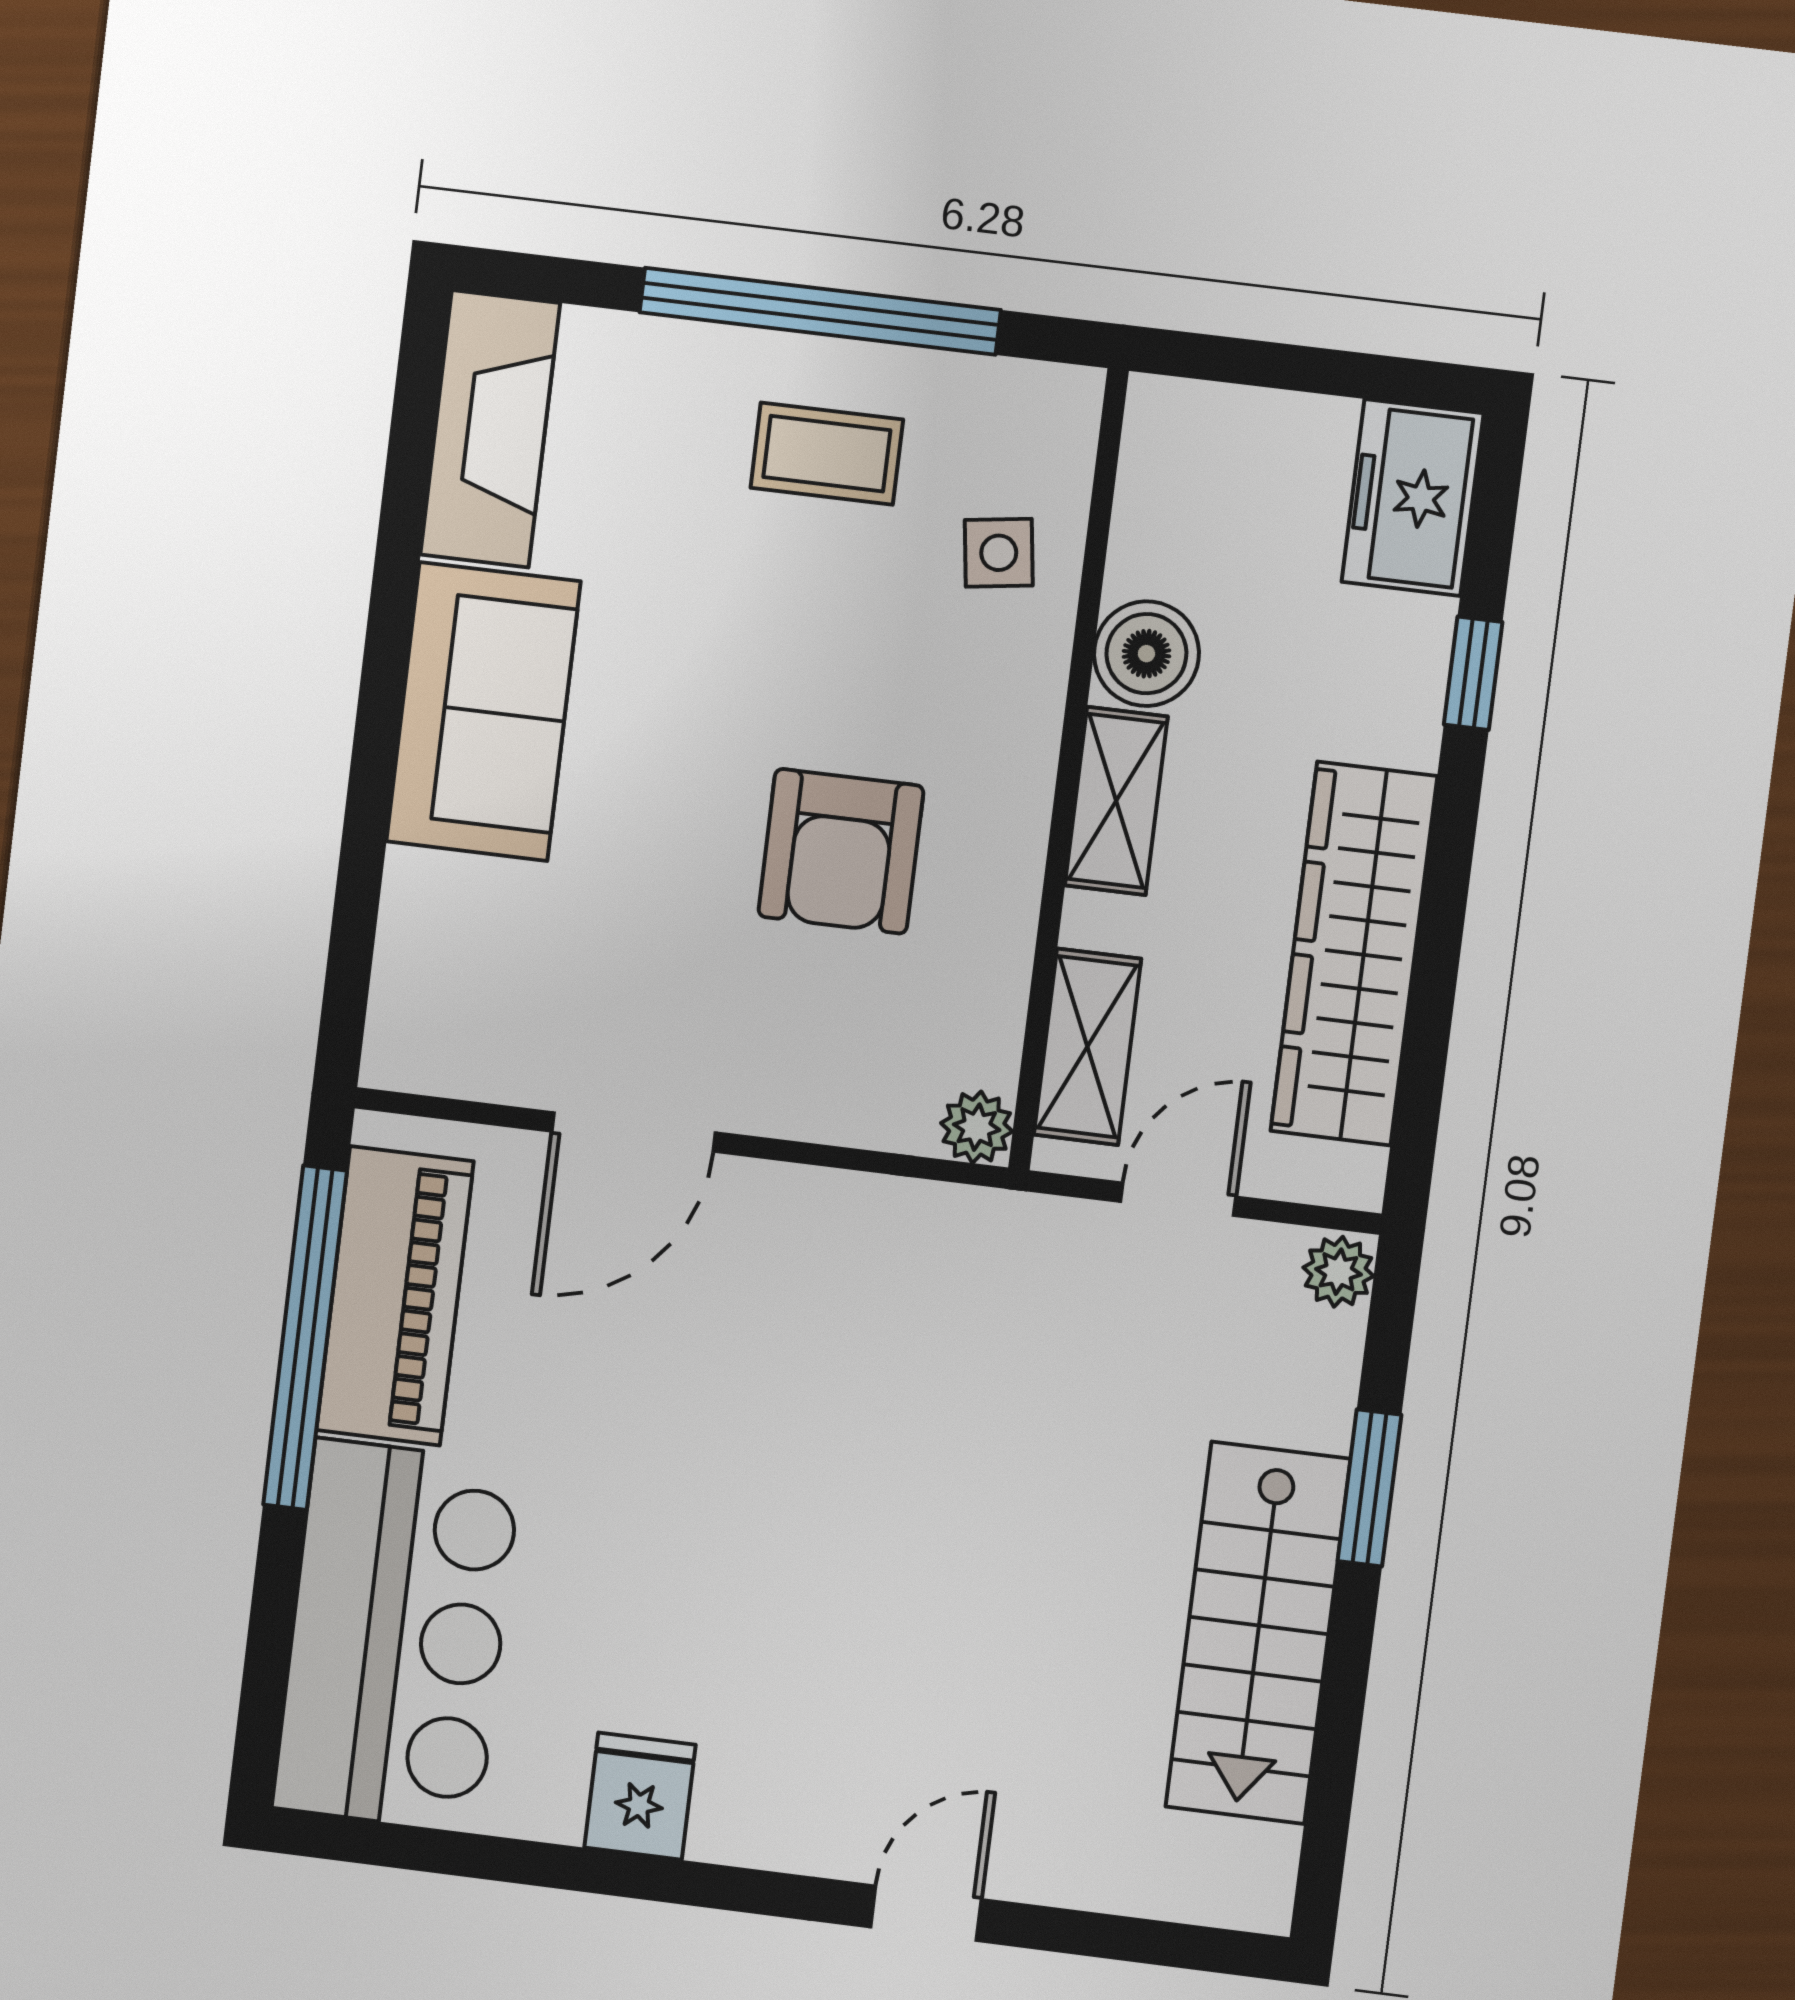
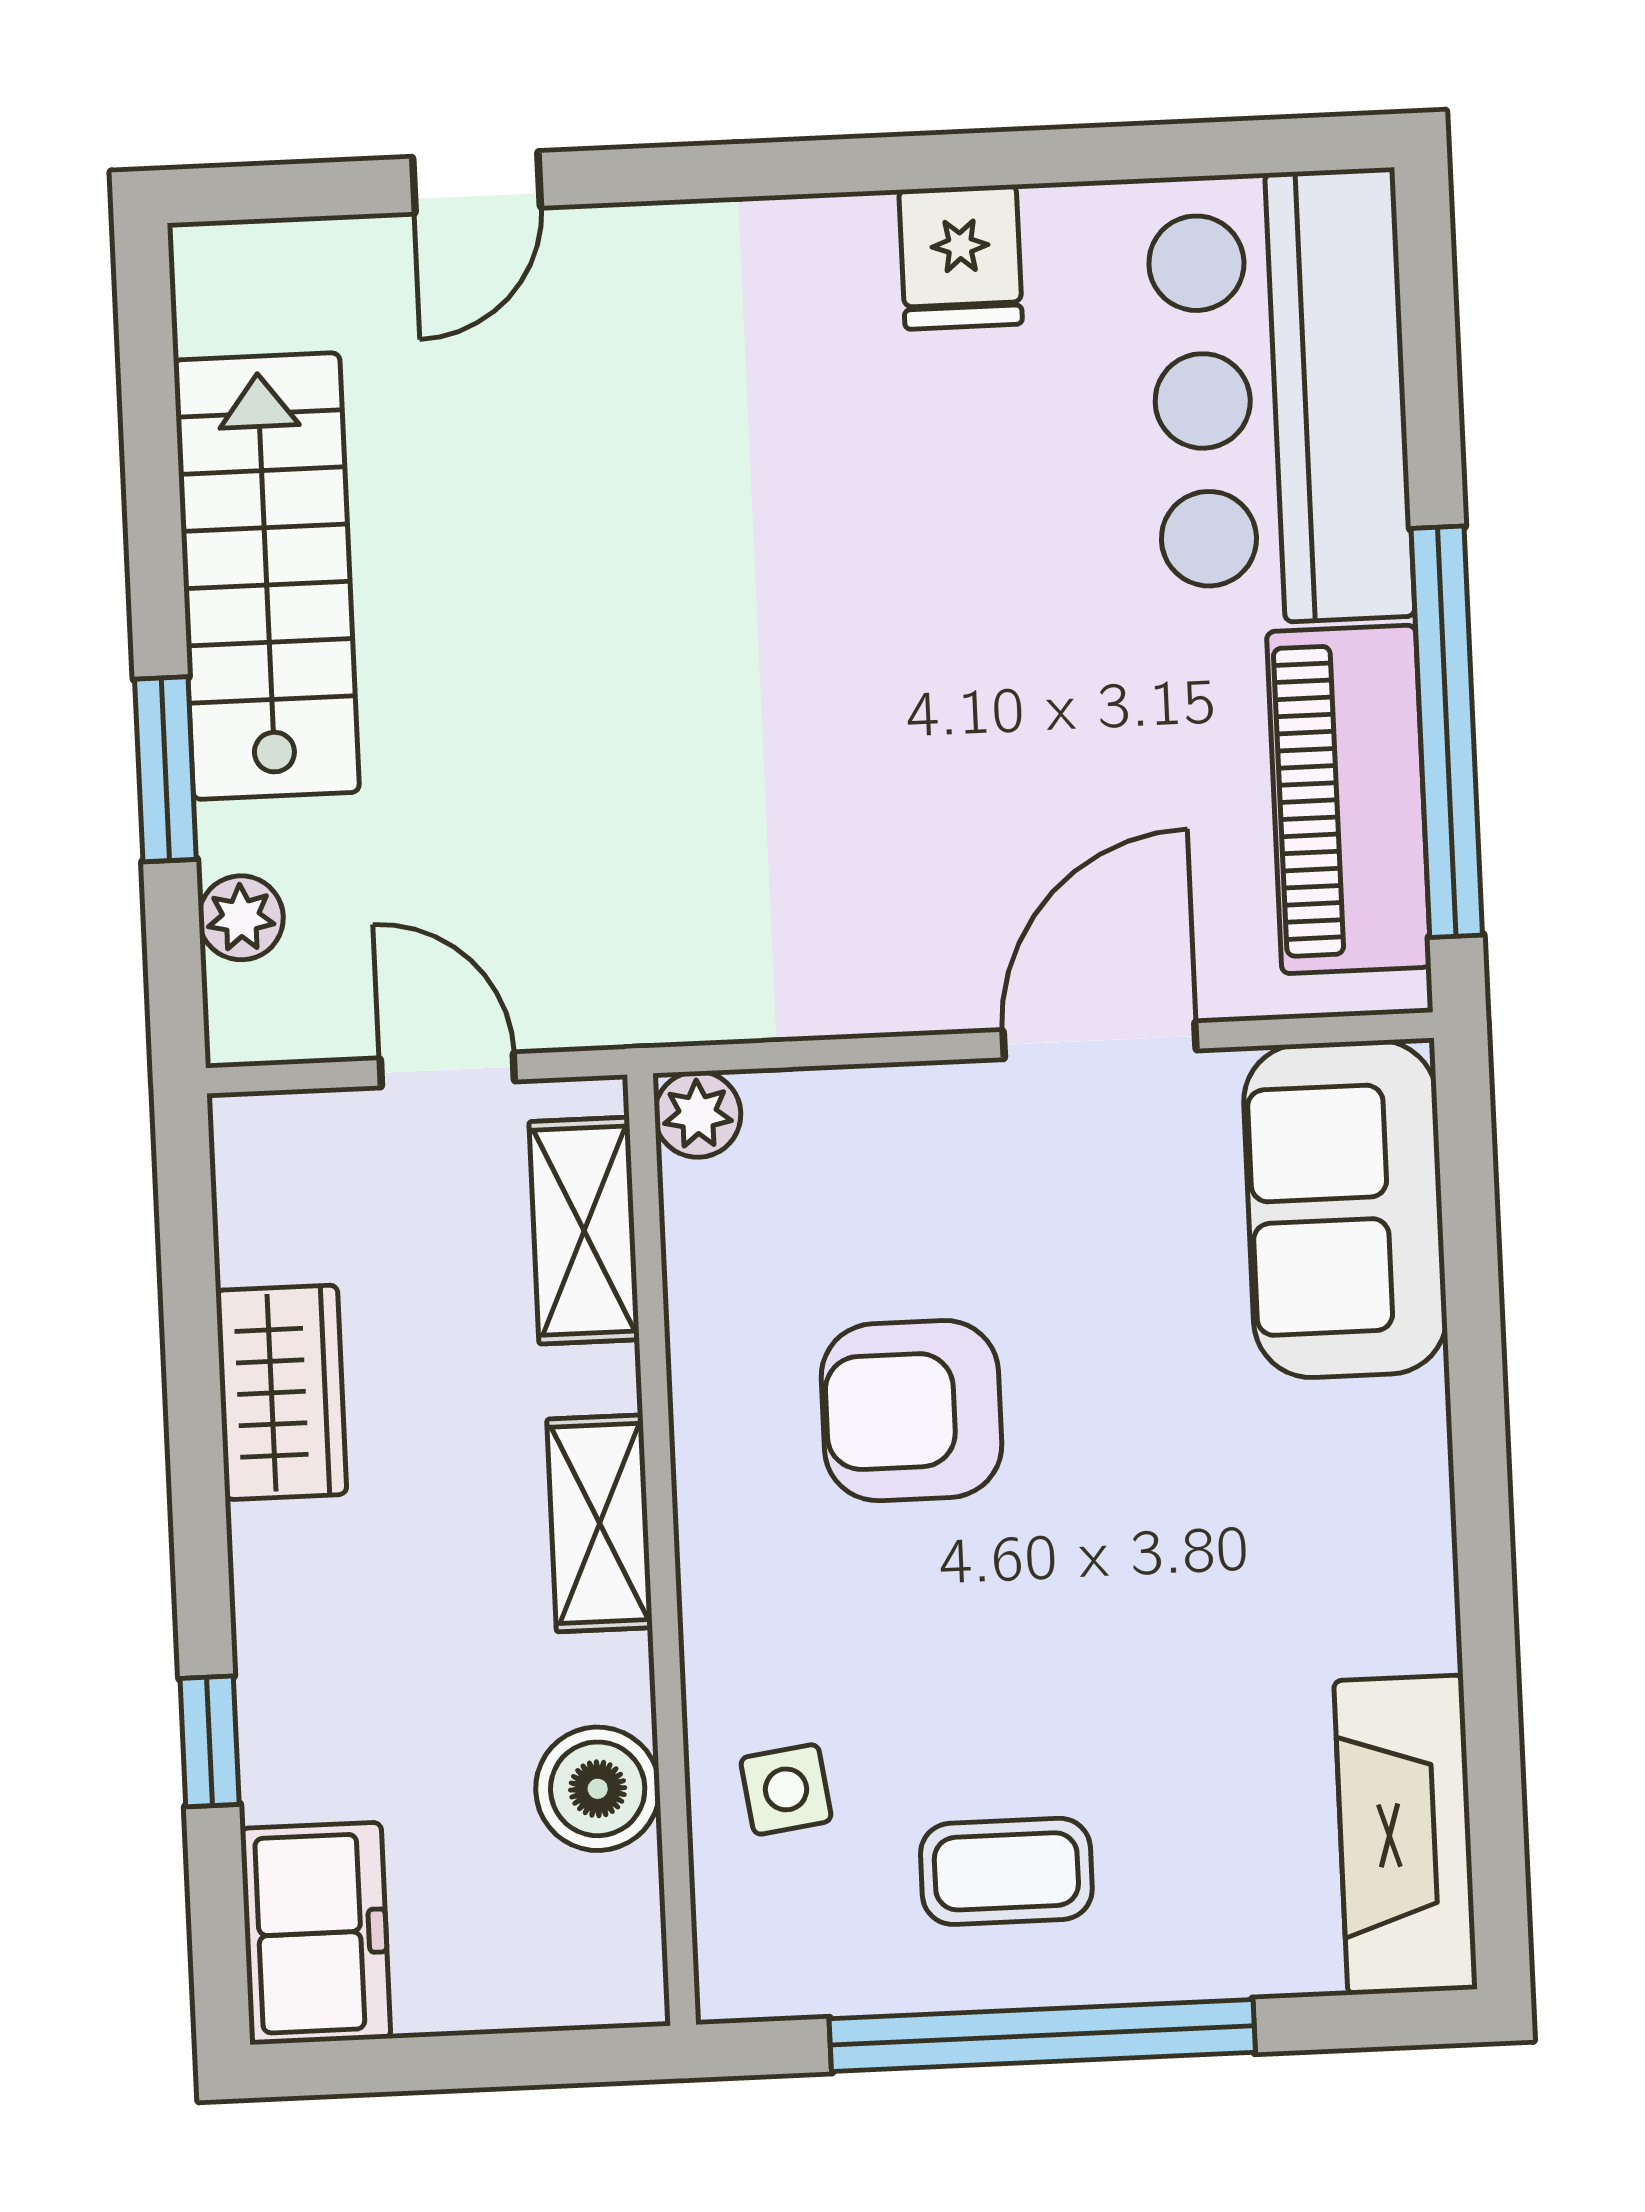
boiler: (1146, 654) -> (598, 1789), moved
sofa: (483, 712) -> (1345, 1209), moved
armchair: (841, 851) -> (912, 1411), turned -90
wardrobe: (1354, 954) -> (281, 1392), width x0.48, depth x0.85
door: (1178, 1199) -> (447, 1070), swing flipped
plant: (1338, 1272) -> (241, 918), moved
door: (926, 1913) -> (477, 182), moved

